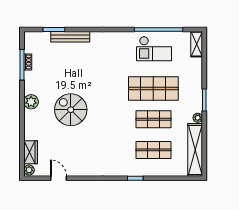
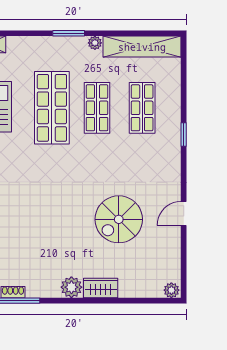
spiral stairs: (71, 110) -> (119, 219), moved
wardrobe: (31, 152) -> (101, 288), moved
door: (59, 178) -> (184, 213), moved

